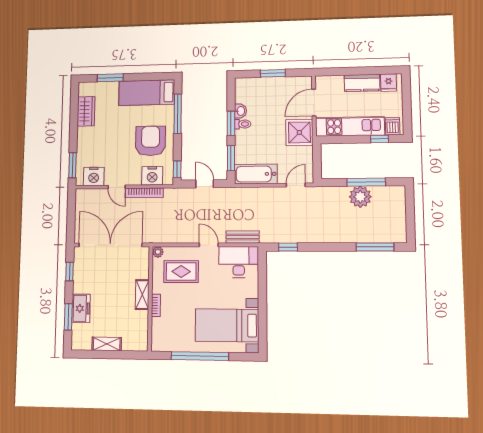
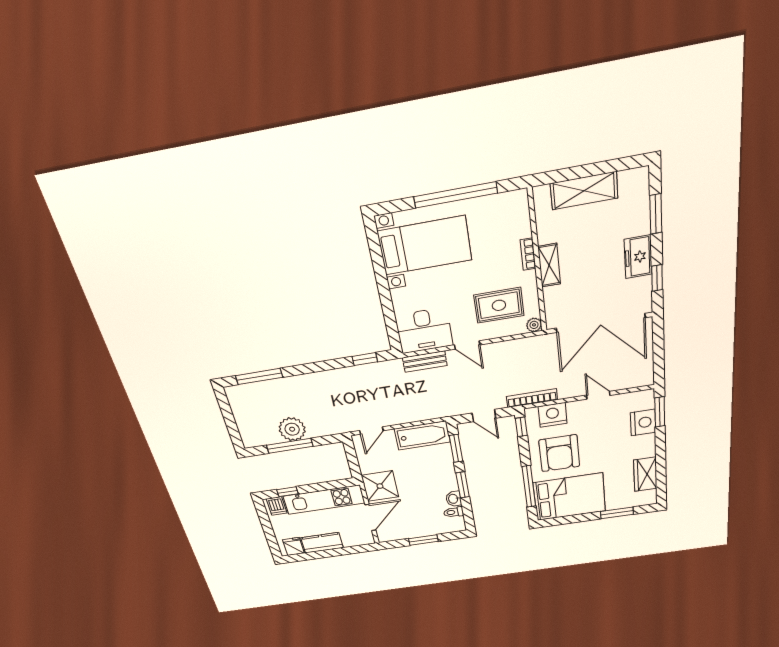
bed: (147, 93) -> (569, 497), width x1.50
toilet: (243, 124) -> (454, 512), moved
nightstand: (94, 176) -> (643, 422), moved, turned 90
bookcase: (144, 193) -> (532, 398), moved
freezer: (81, 308) -> (638, 257), moved
shelving: (107, 344) -> (584, 191), width x1.50, depth x1.33

